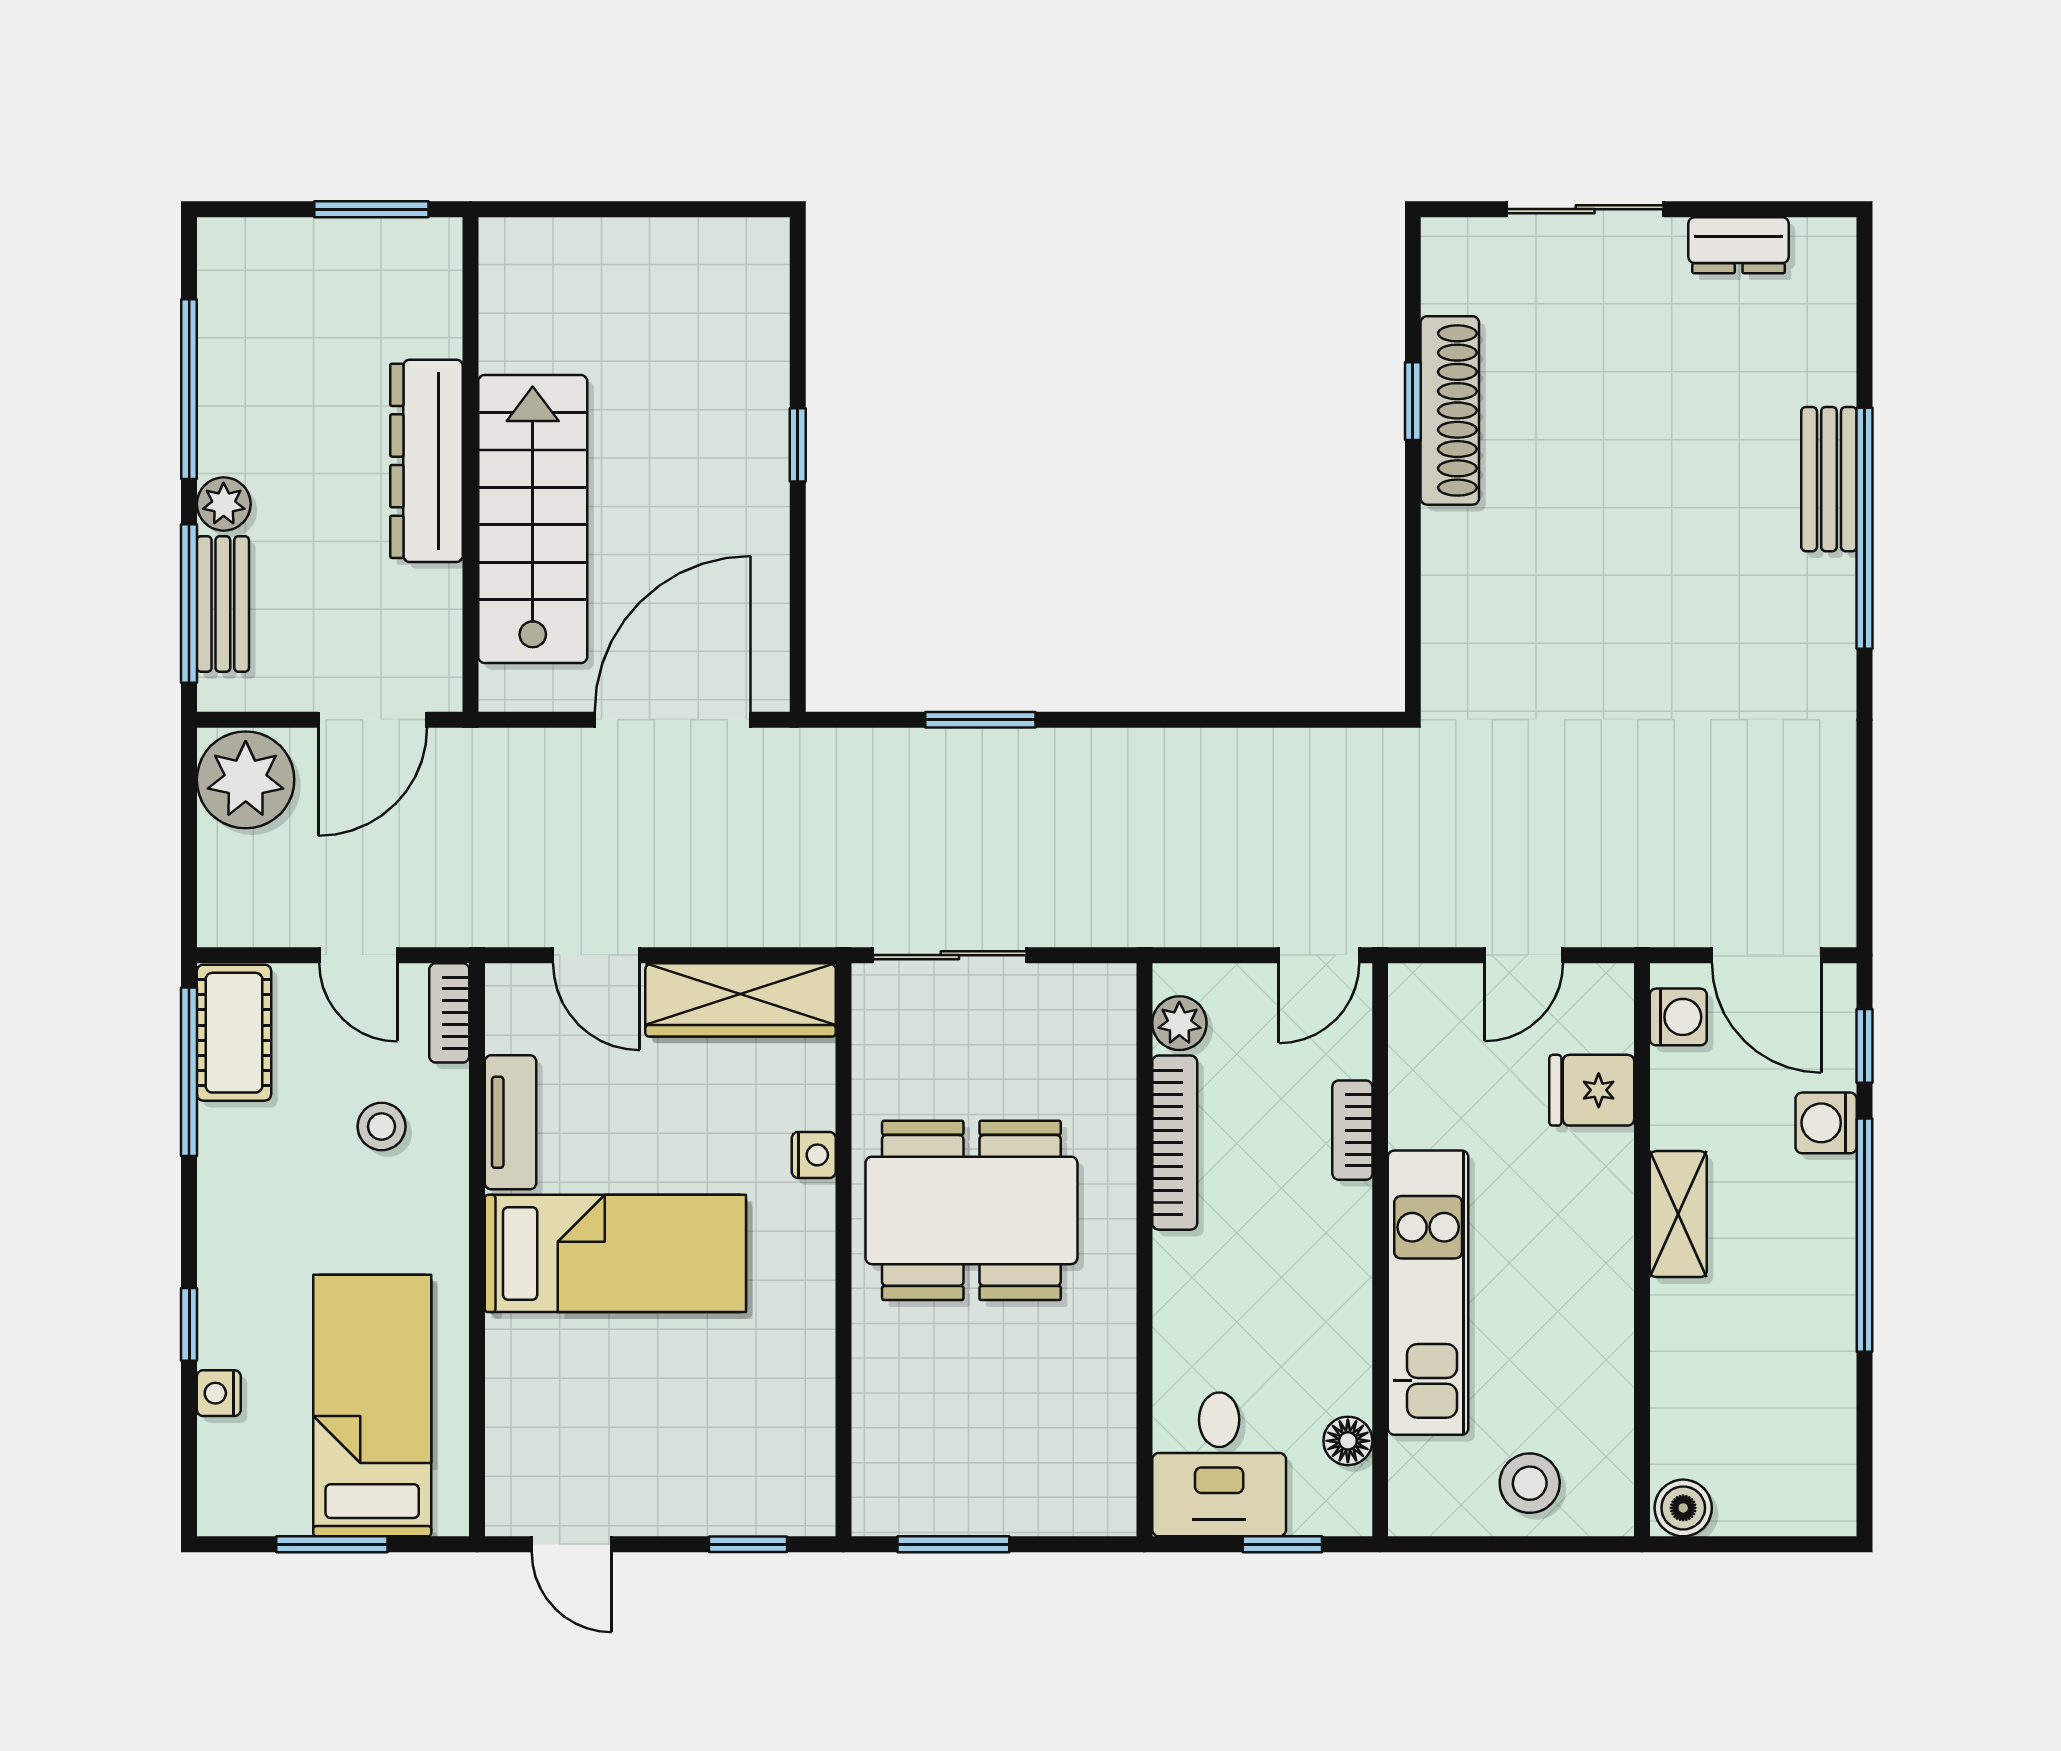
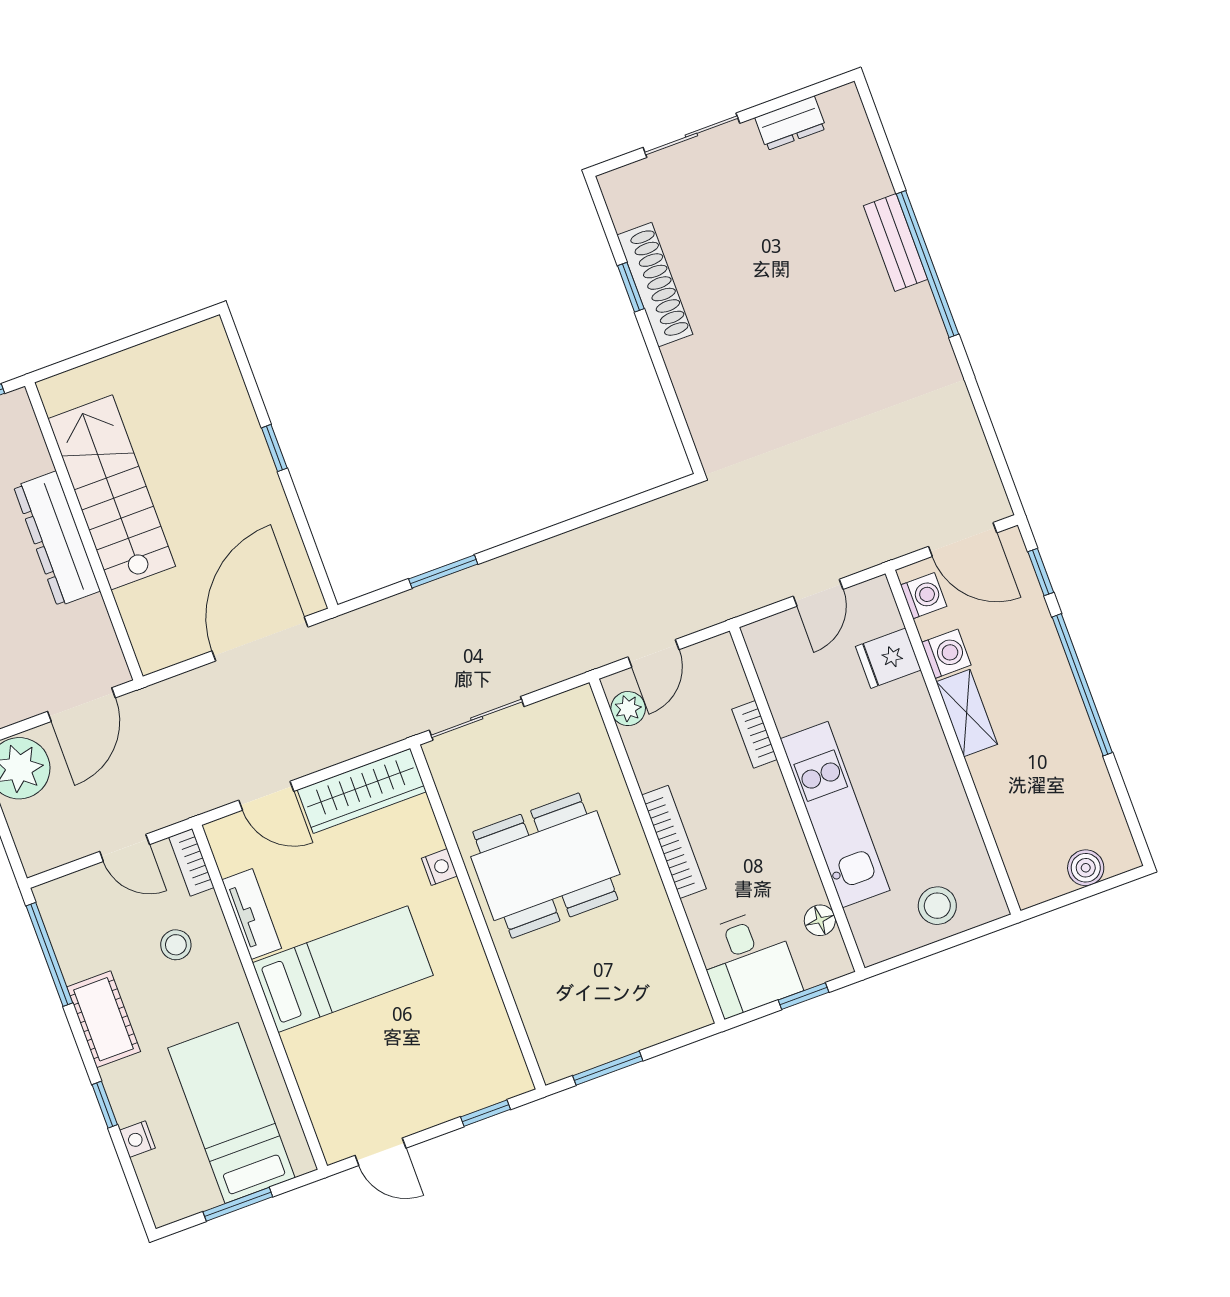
stairs: (533, 519) -> (112, 492), moved
door: (1319, 955) -> (654, 653), moved
cot: (234, 1033) -> (104, 1019), moved
washing machine: (1826, 1123) -> (946, 654), moved, turned 180
bookcase: (1175, 1143) -> (674, 842), moved
boiler: (1683, 1508) -> (1086, 868), moved

